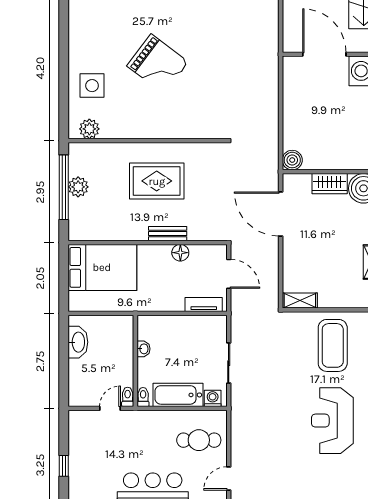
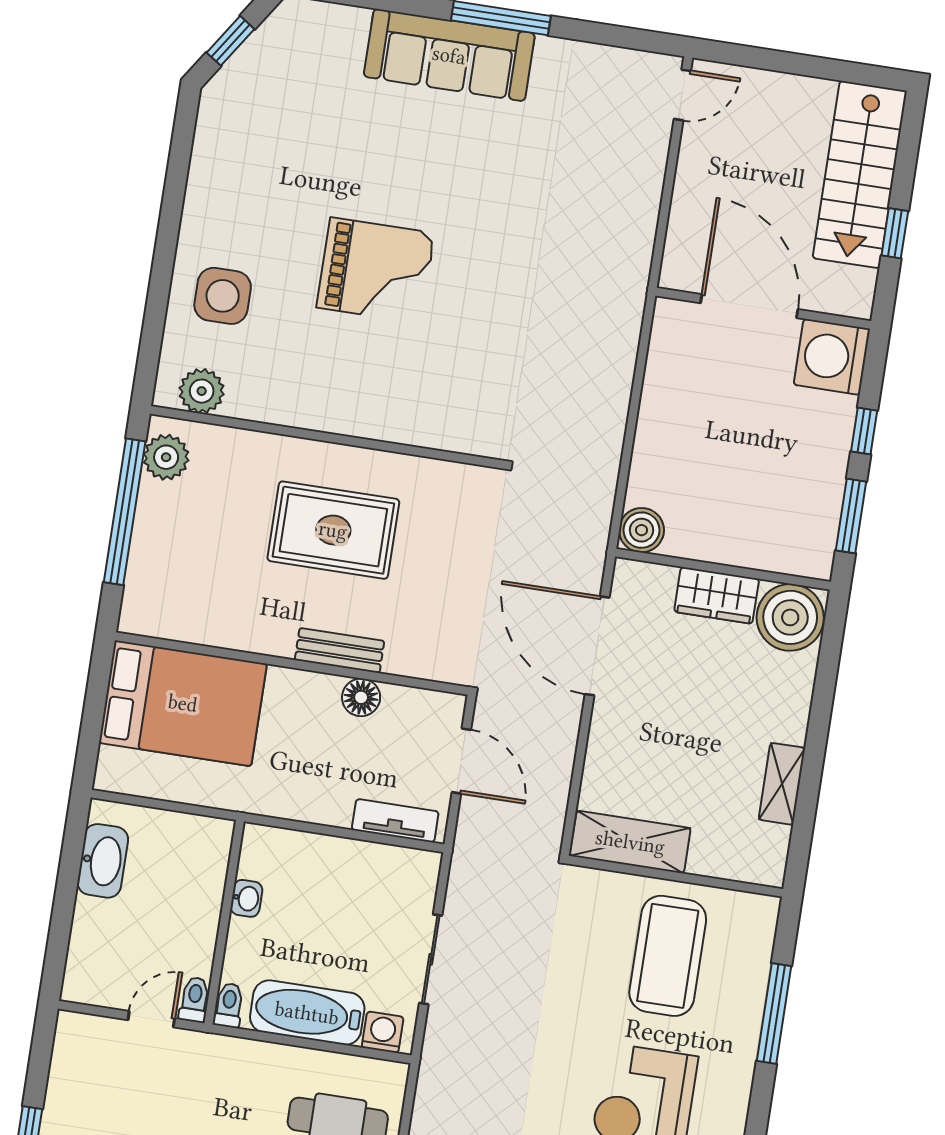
grand piano: (158, 64) -> (376, 270), turned -37
plant: (78, 187) -> (166, 457), moved
shelving: (300, 300) -> (630, 842), width x1.50, depth x1.33

